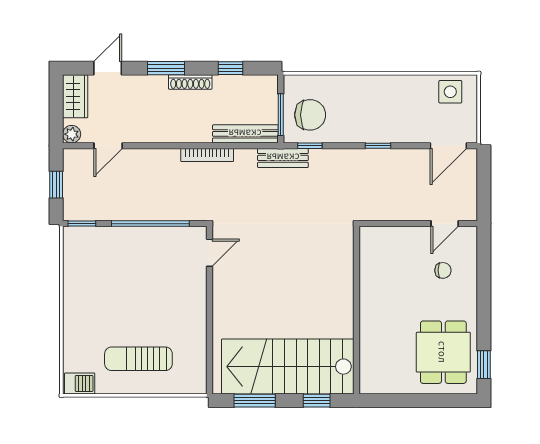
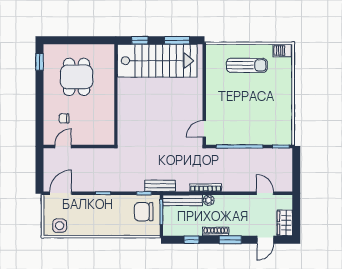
plant: (72, 134) -> (209, 200), moved
door: (108, 146) -> (265, 193), hinge flipped
window: (56, 185) -> (296, 170), removed
dining table: (443, 352) -> (77, 77), moved

